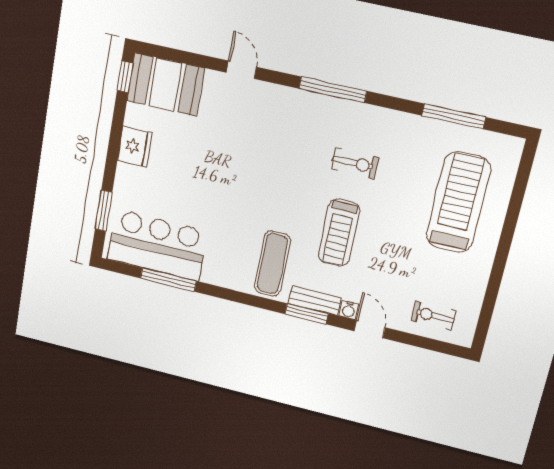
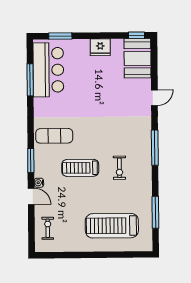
treadmill: (458, 202) -> (112, 226), turned 180
bench: (314, 301) -> (39, 163), removed
door: (370, 329) -> (31, 196), hinge flipped

